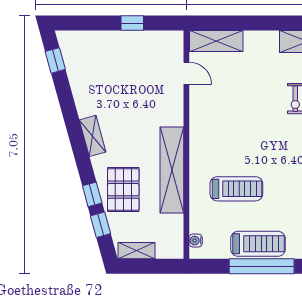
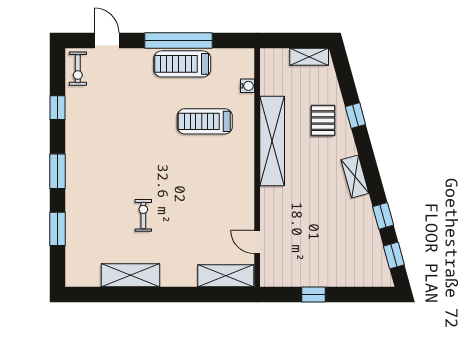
pallet: (123, 190) -> (323, 121), width x0.67, depth x0.71
window: (101, 225) -> (383, 216), moved
water cooler: (196, 241) -> (247, 86), moved

